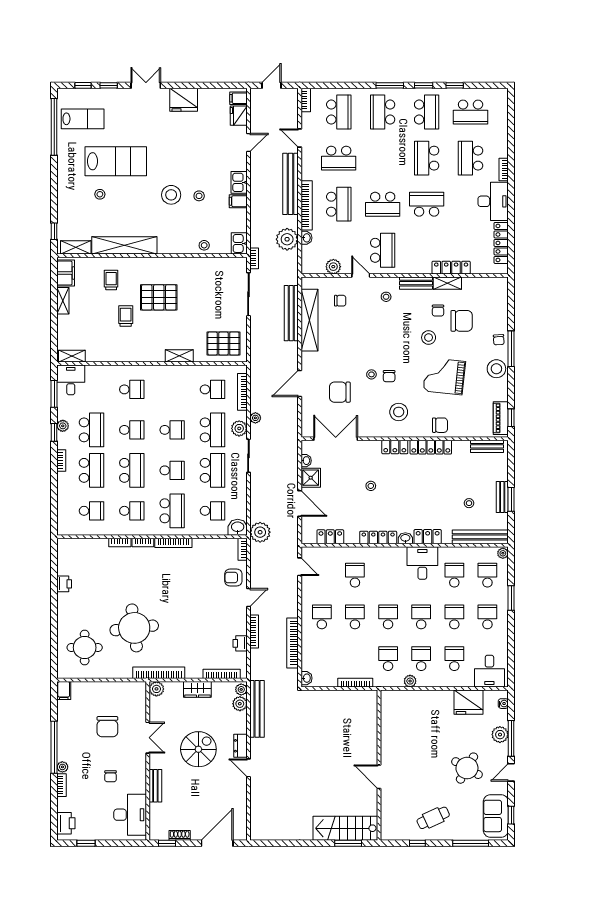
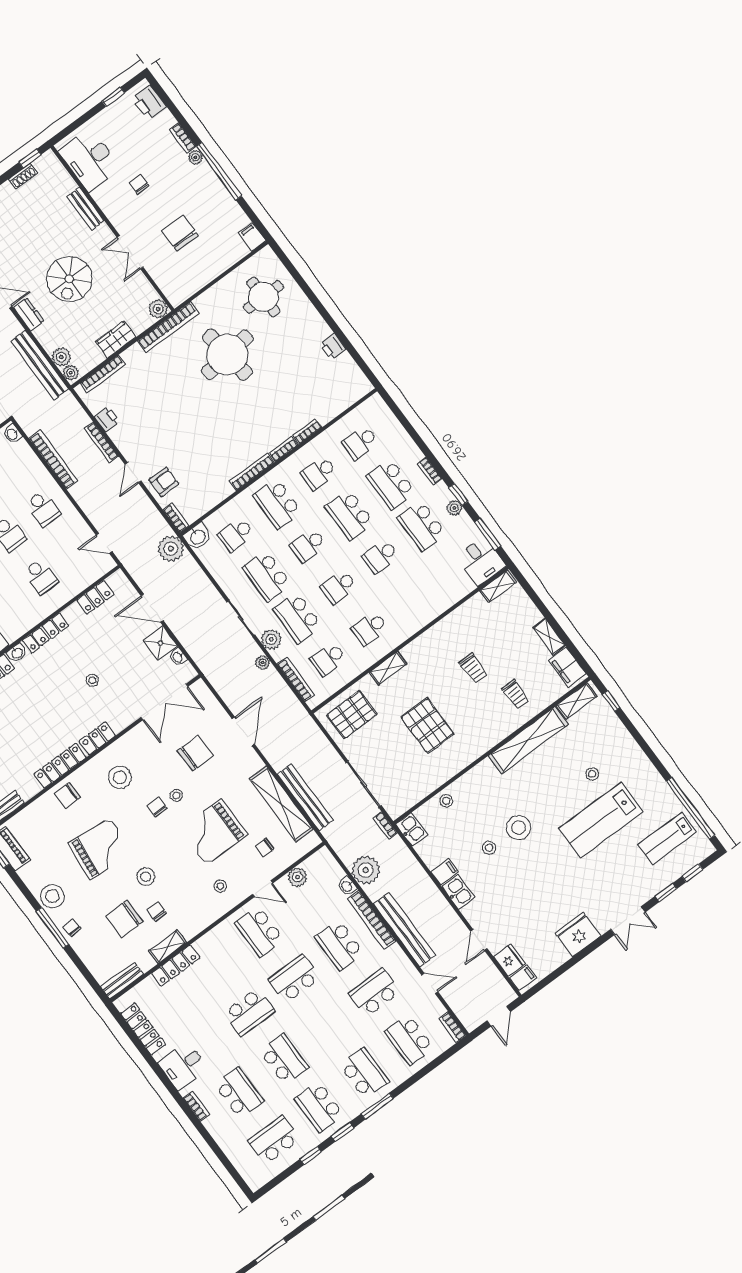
desk: (493, 201) -> (183, 1066), width x0.73
bench: (416, 283) -> (122, 981), moved
pallet: (159, 297) -> (427, 726), moved, turned 90
grand piano: (365, 334) -> (214, 832), added
school desk: (132, 389) -> (370, 628), moved

